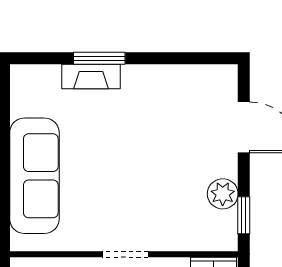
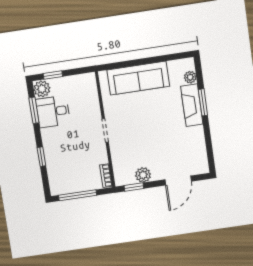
plant: (48, 76) -> (190, 77), added
fireplace: (91, 76) -> (192, 105), width x1.37, depth x1.32

